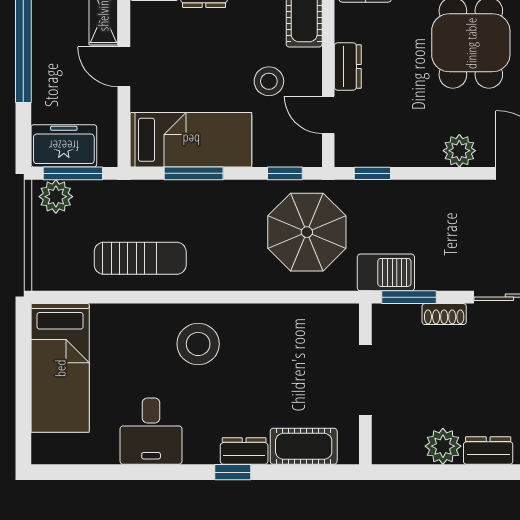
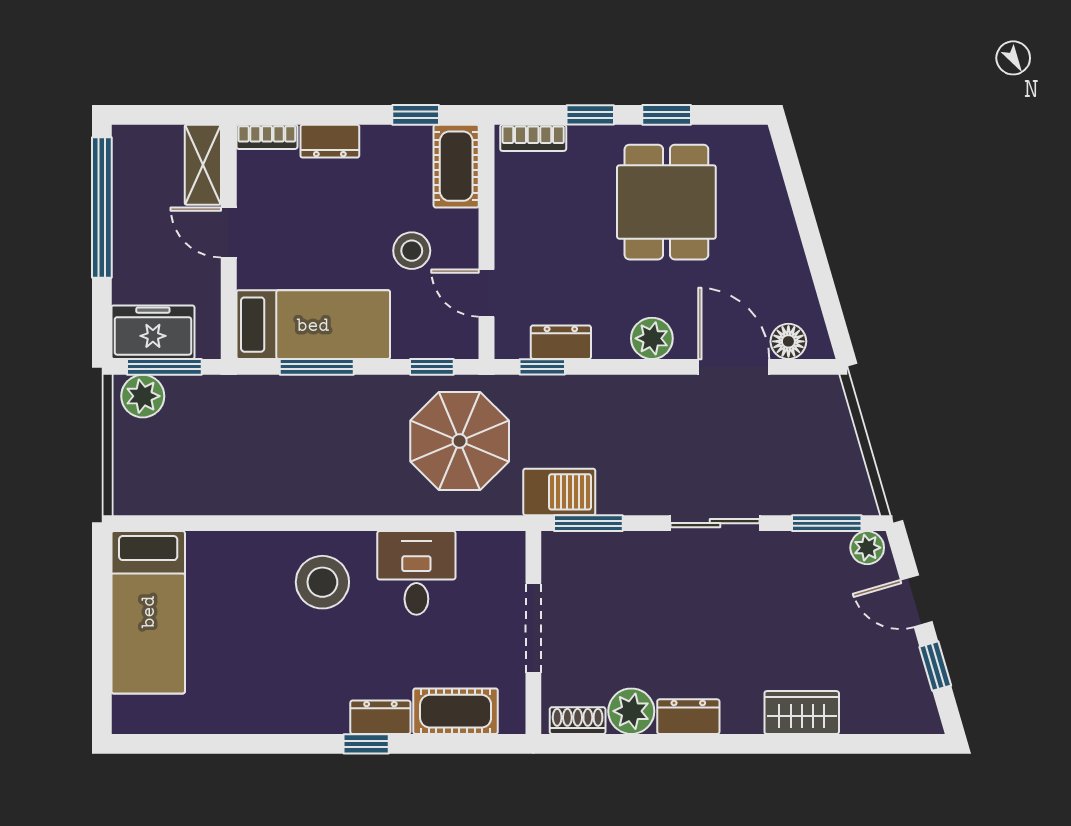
dresser: (348, 67) -> (561, 342), moved, turned -90
sun lounger: (140, 258) -> (249, 474), removed
shoe rack: (444, 314) -> (578, 721), moved, turned 180
desk: (151, 431) -> (416, 573), moved, turned 180

